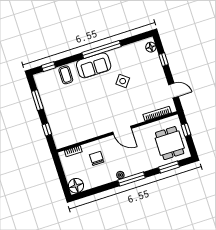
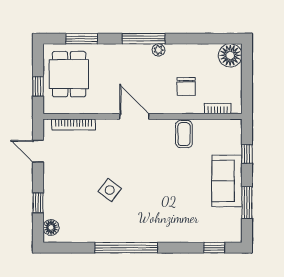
sofa: (94, 65) -> (227, 181), moved, turned -90
coffee table: (66, 75) -> (184, 134), moved

